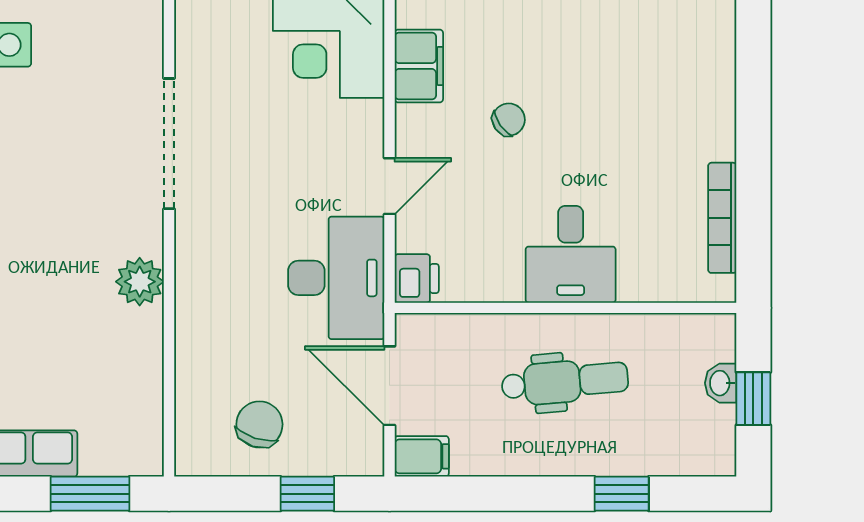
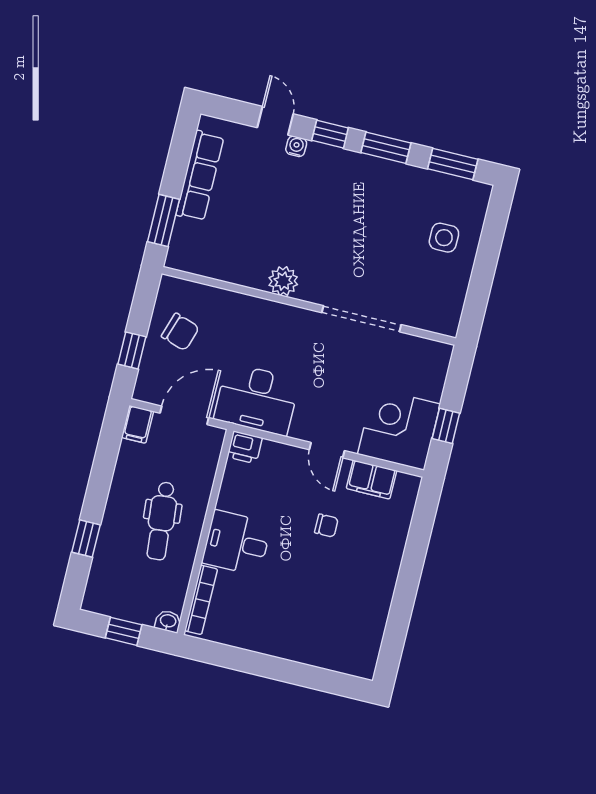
chair: (509, 120) -> (326, 526), turned -55
door: (389, 186) -> (327, 450), moved
bookcase: (722, 218) -> (201, 600), moved, turned 90
washbasin: (721, 383) -> (168, 621), moved

